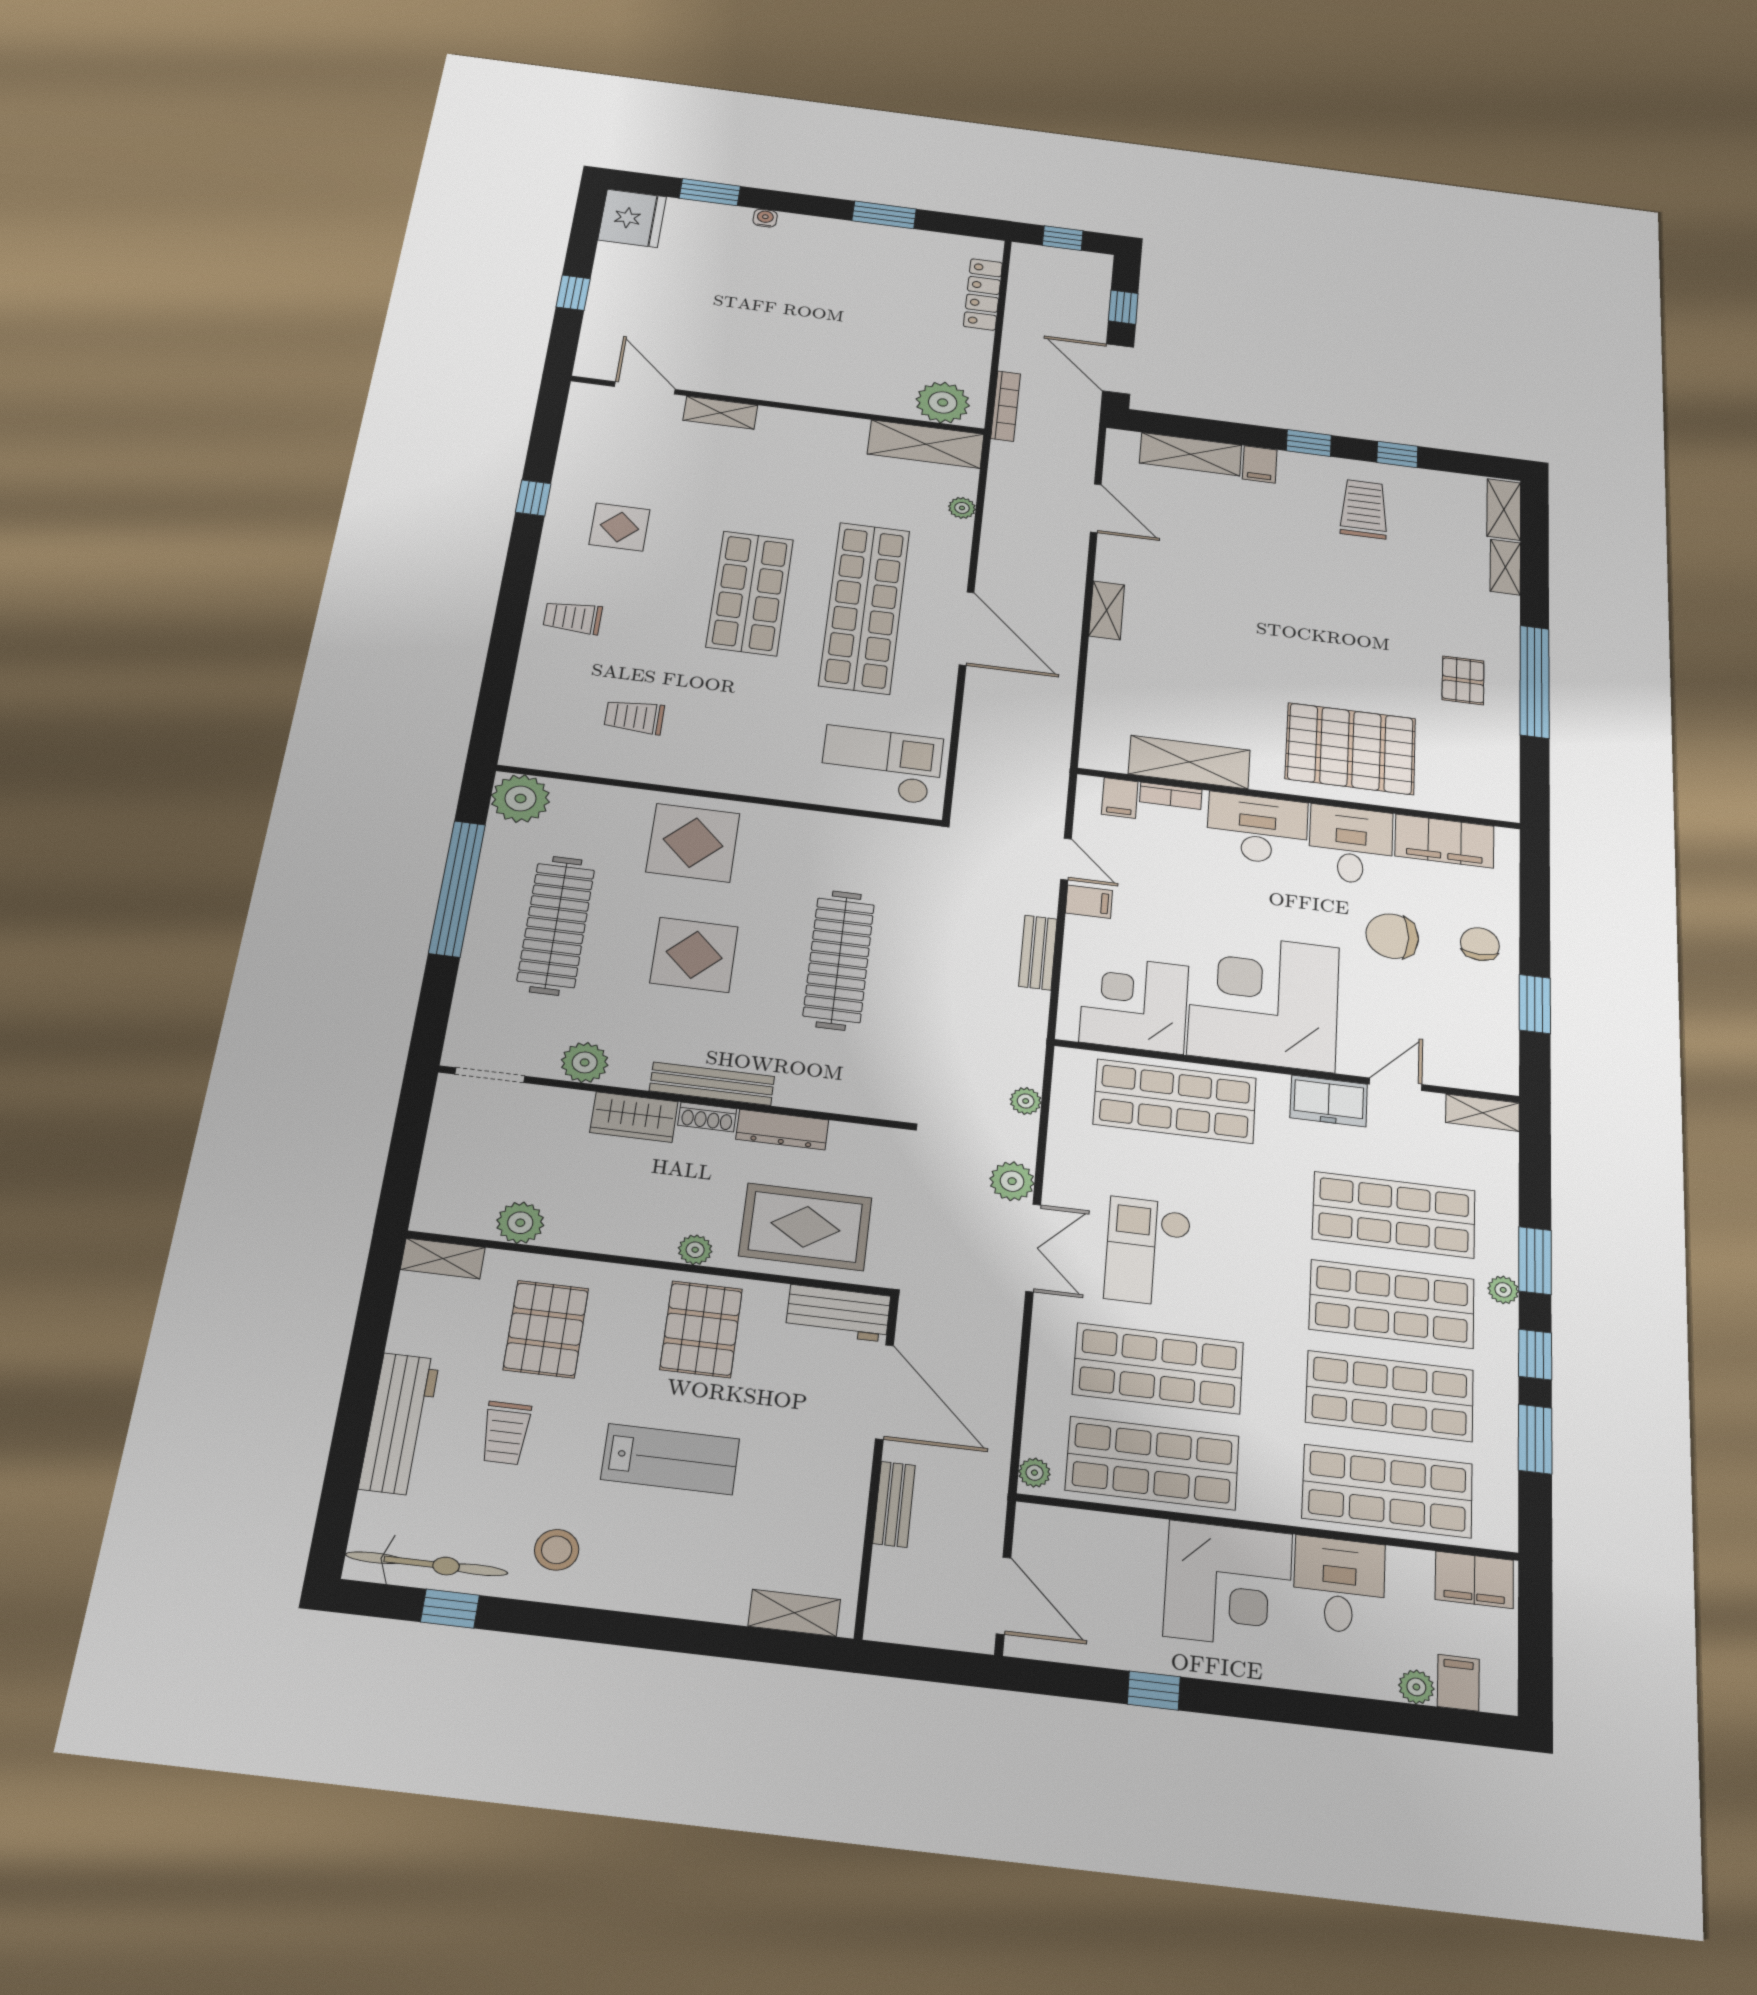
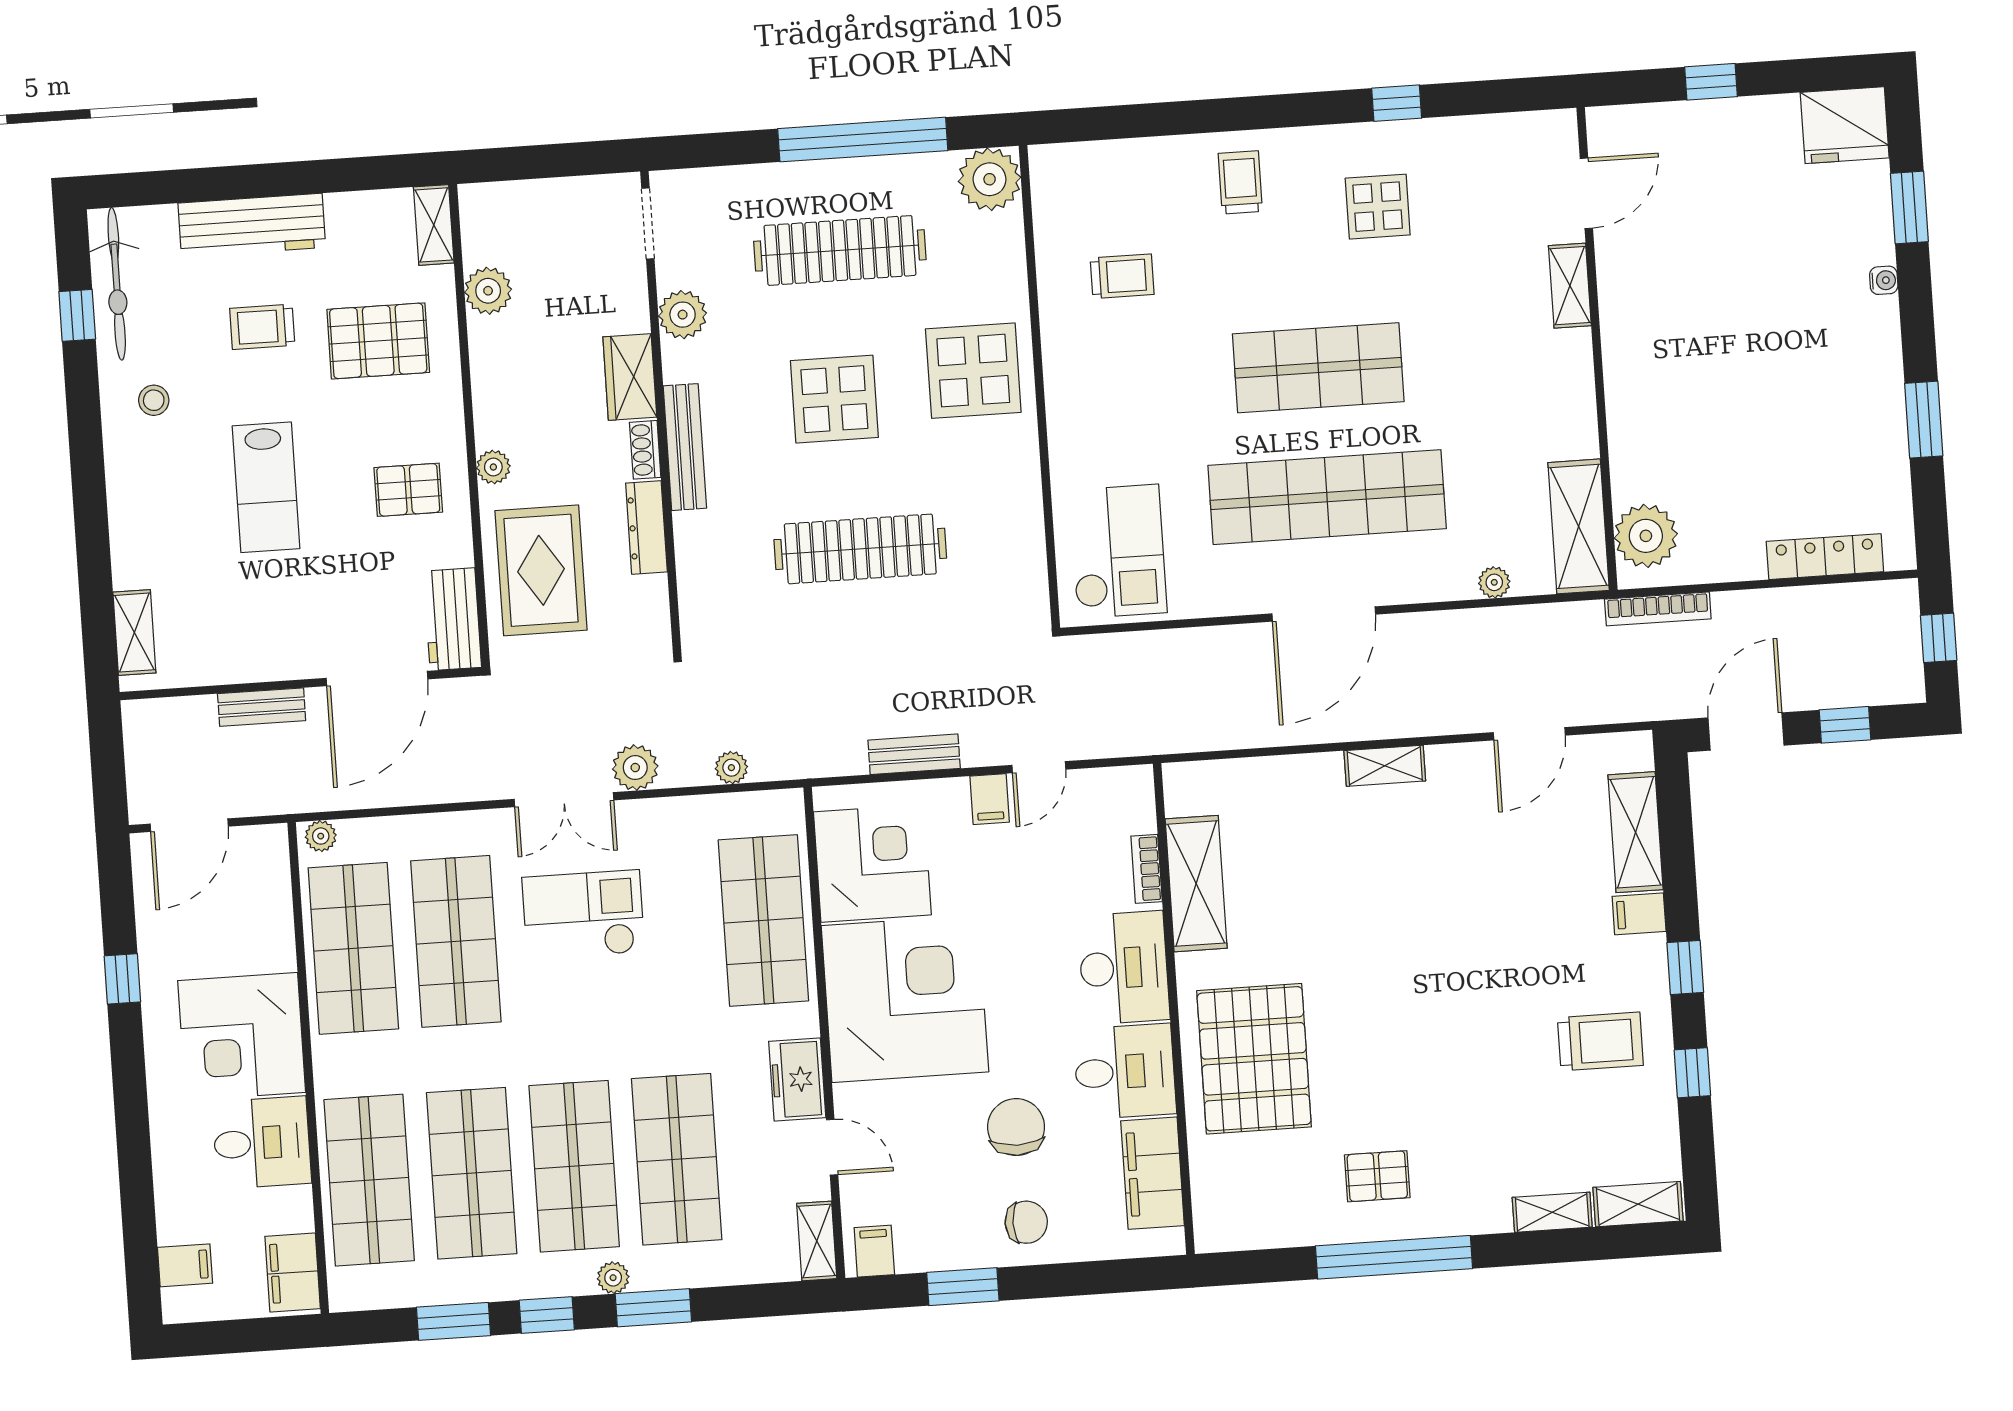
trolley: (634, 717) -> (1122, 276), turned 90
filing cabinet: (1120, 798) -> (874, 1251), moved, turned 90
pallet: (701, 1329) -> (408, 490), width x0.67, depth x0.71
stool: (557, 1550) -> (154, 400), width x0.73, depth x0.73
plant: (1416, 1687) -> (173, 1226), removed

